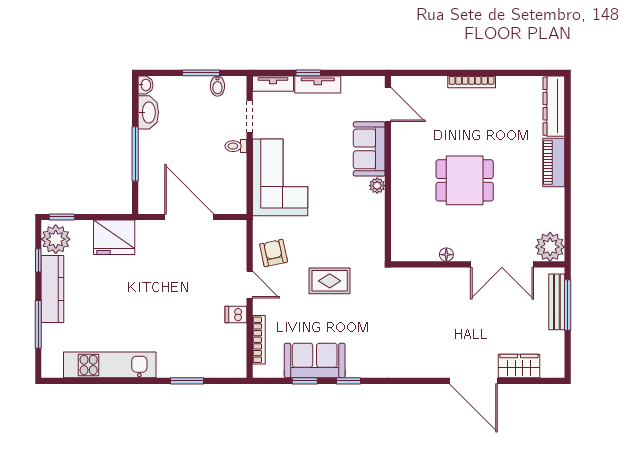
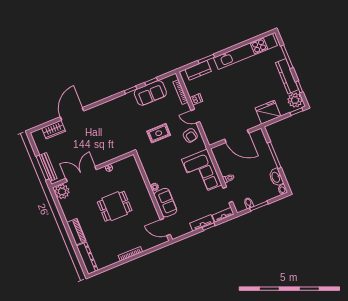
kitchen unit: (110, 365) -> (245, 52), width x1.36
kitchen counter: (210, 366) -> (198, 70), added
door: (473, 381) -> (72, 114), hinge flipped

